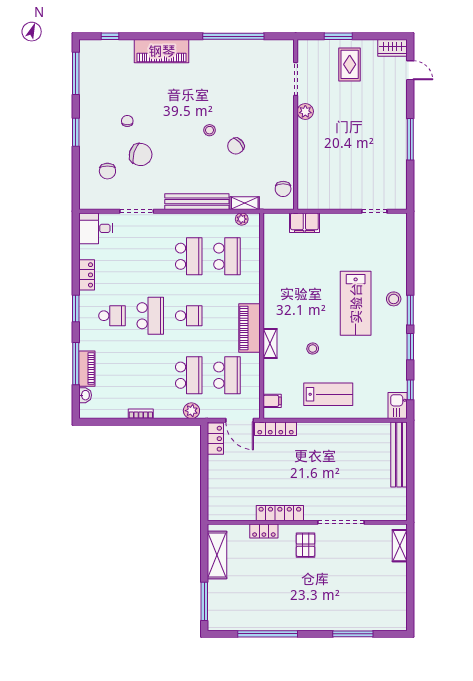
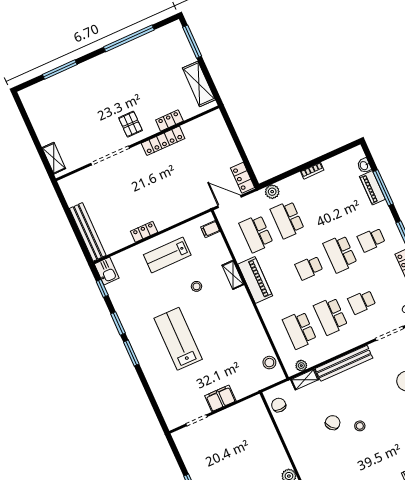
filing cabinet: (304, 223) -> (220, 398), moved
school desk: (150, 256) -> (362, 302), added
stool: (394, 299) -> (269, 363), moved
locker: (276, 429) -> (144, 232), moved, width x0.66

